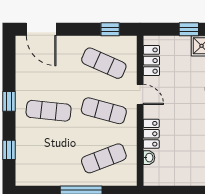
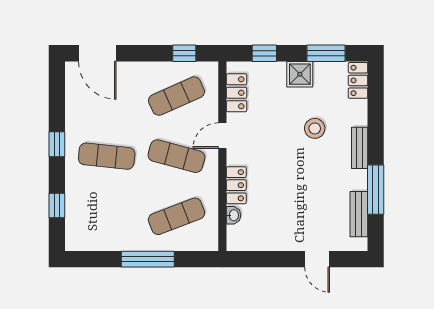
window: (189, 29) -> (264, 53), moved
exercise mat: (104, 63) -> (176, 96), turned -48
door: (140, 95) -> (222, 136), swing flipped

